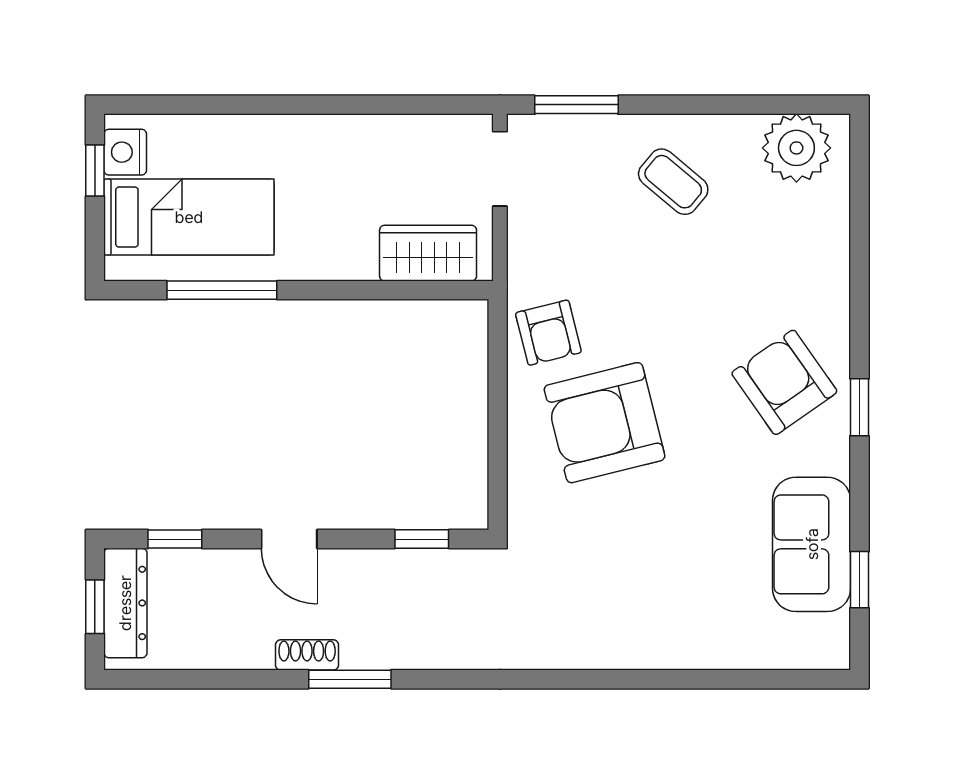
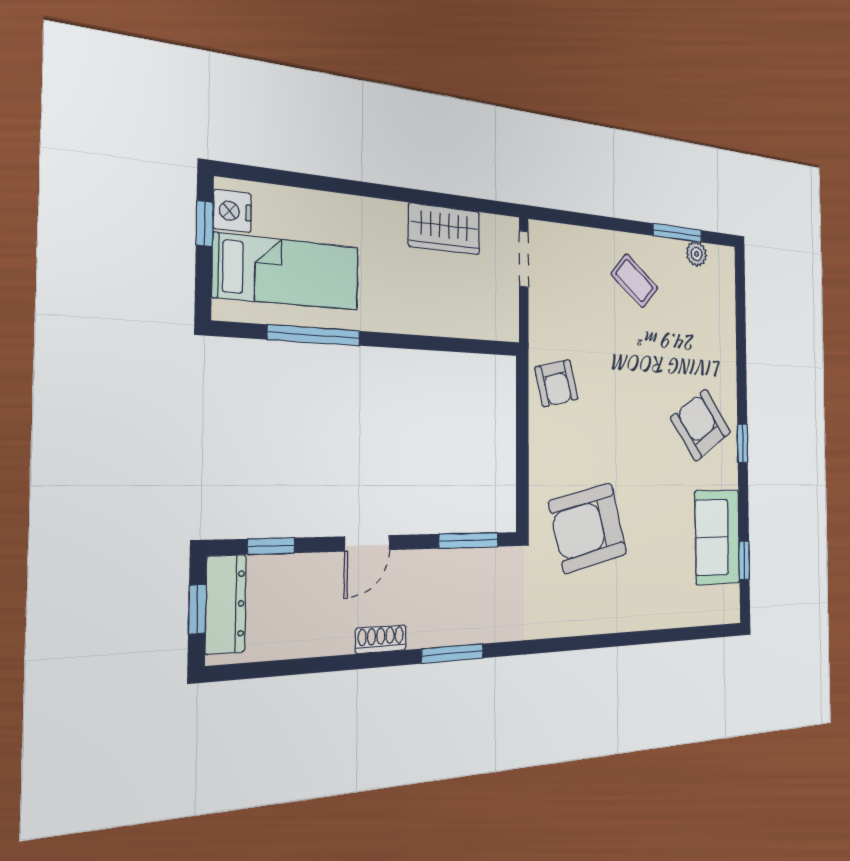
window: (576, 105) -> (678, 233), moved
plant: (796, 148) -> (697, 254), width x0.53, depth x0.53
wardrobe: (428, 253) -> (444, 229), moved, turned 180
armchair: (605, 423) -> (588, 528), moved
door: (289, 539) -> (367, 543), hinge flipped
window: (422, 539) -> (469, 540), width x1.50
window: (350, 679) -> (453, 653), moved

